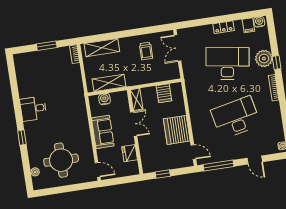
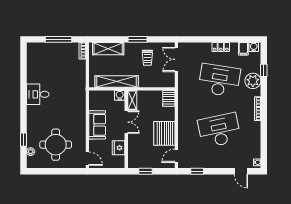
window: (132, 33) -> (138, 39), added
window: (47, 46) -> (59, 39), width x1.44
window: (277, 62) -> (264, 70), moved
shelving: (109, 83) -> (117, 82), width x1.47
server rack: (164, 93) -> (169, 98), moved
water cooler: (104, 99) -> (120, 95), moved
window: (22, 138) -> (23, 140), moved
door: (193, 152) -> (176, 156), swing flipped
door: (255, 160) -> (241, 171), moved
window: (219, 166) -> (197, 171), width x0.46

